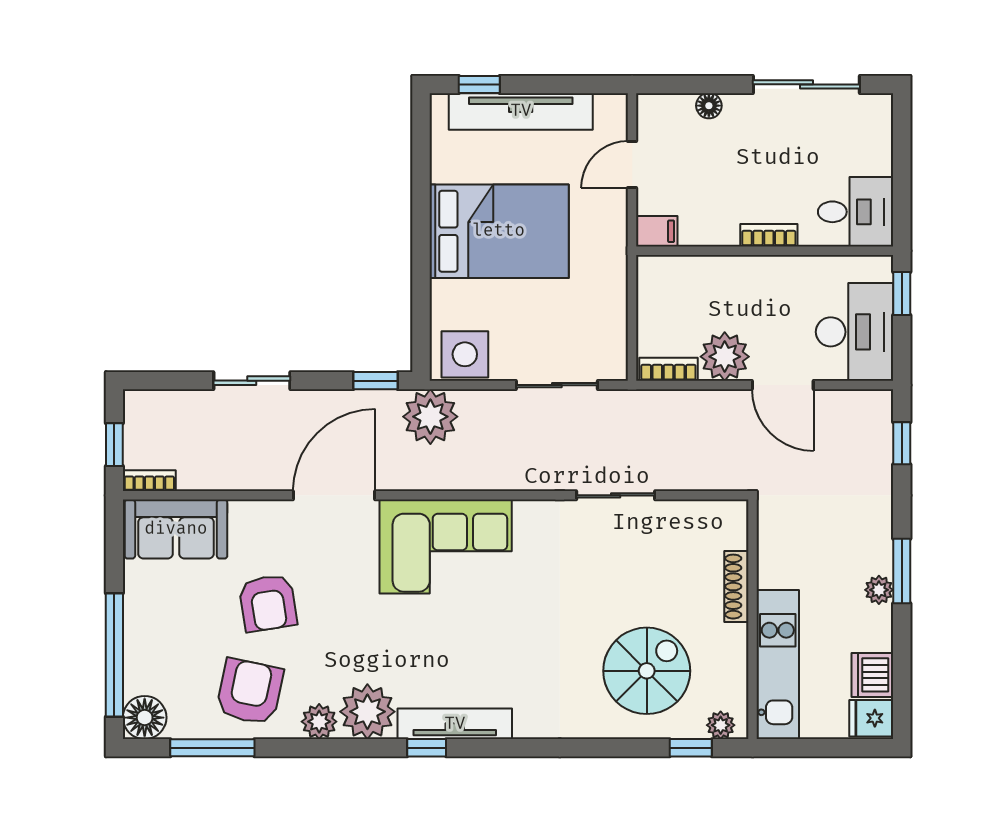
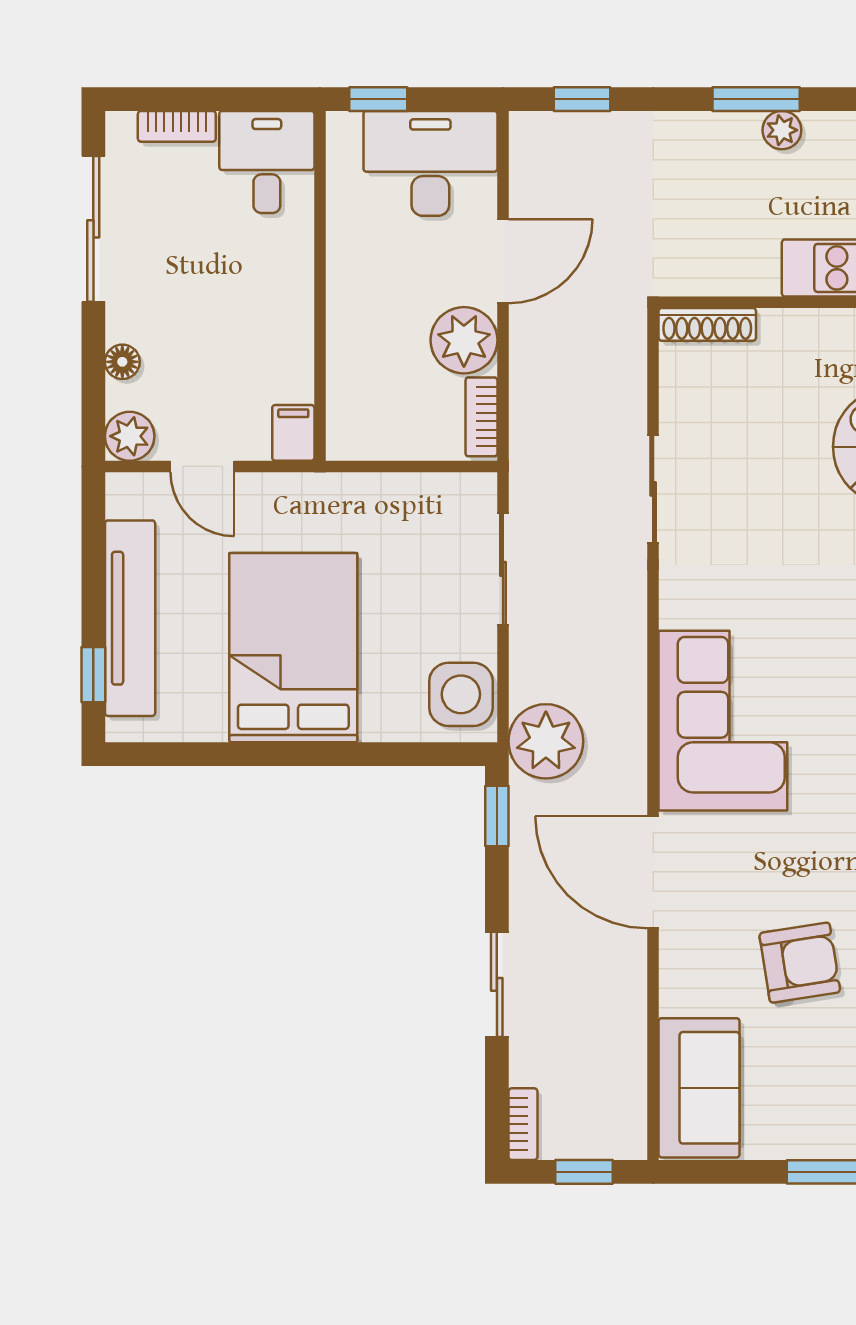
plant: (654, 111) -> (130, 436), added
bookcase: (769, 235) -> (177, 126), moved, turned -90
bookcase: (149, 481) -> (523, 1124), moved, turned 180
shoe rack: (736, 587) -> (707, 324), moved

